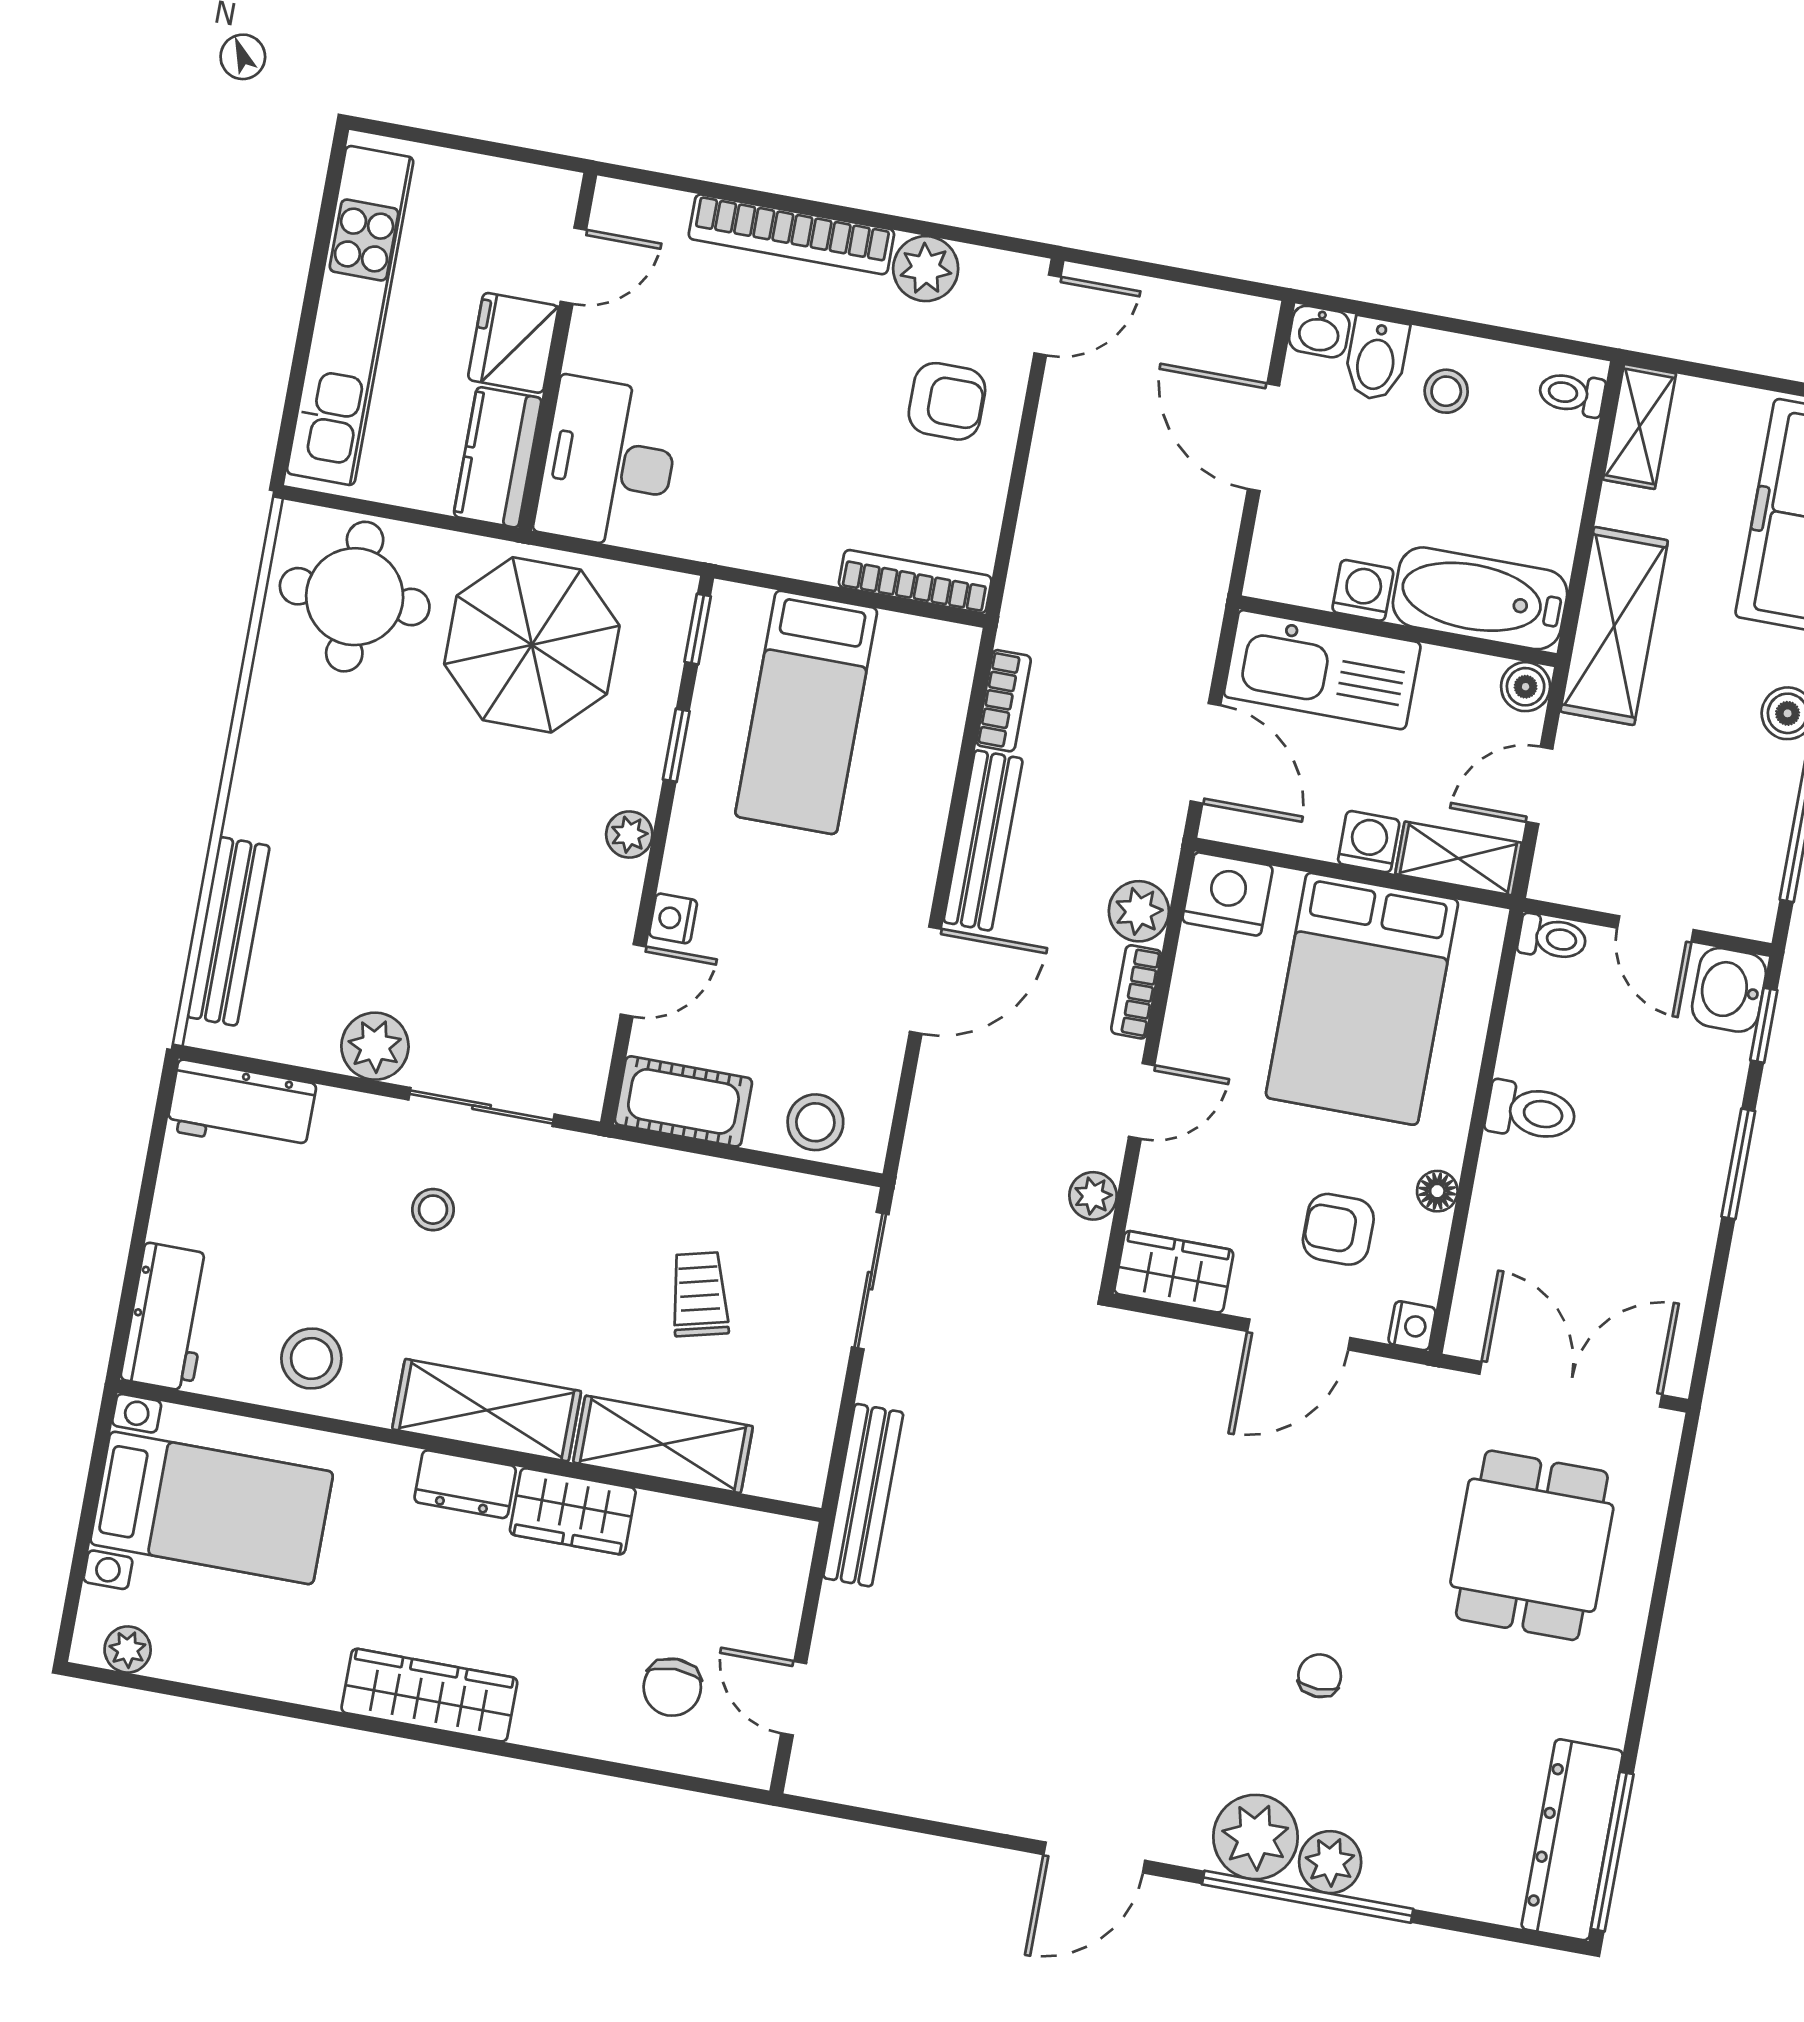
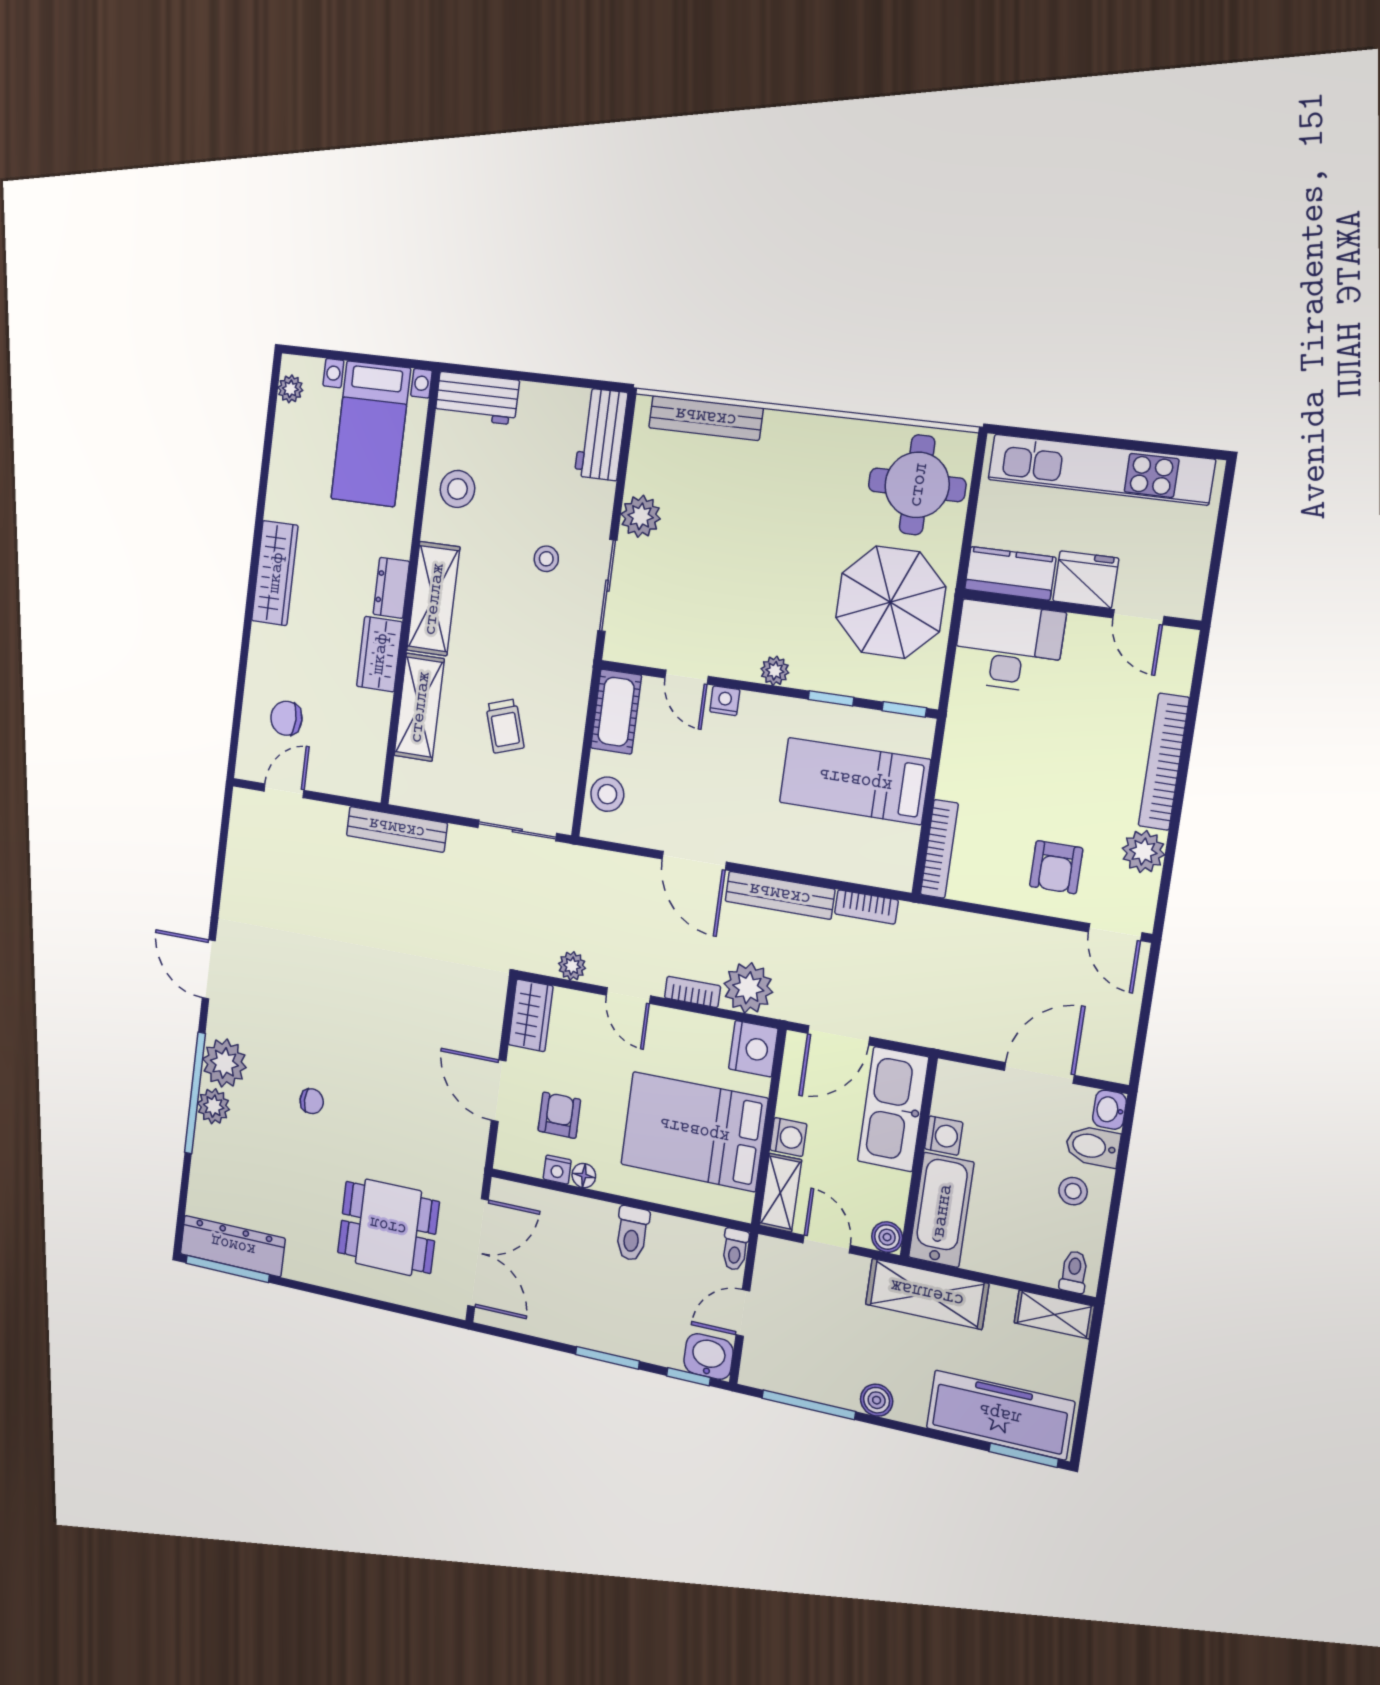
plant: (1139, 911) -> (748, 988), width x1.36, depth x1.36
trolley: (700, 1294) -> (505, 726), turned 86
nightstand: (1412, 1326) -> (557, 1170), moved

